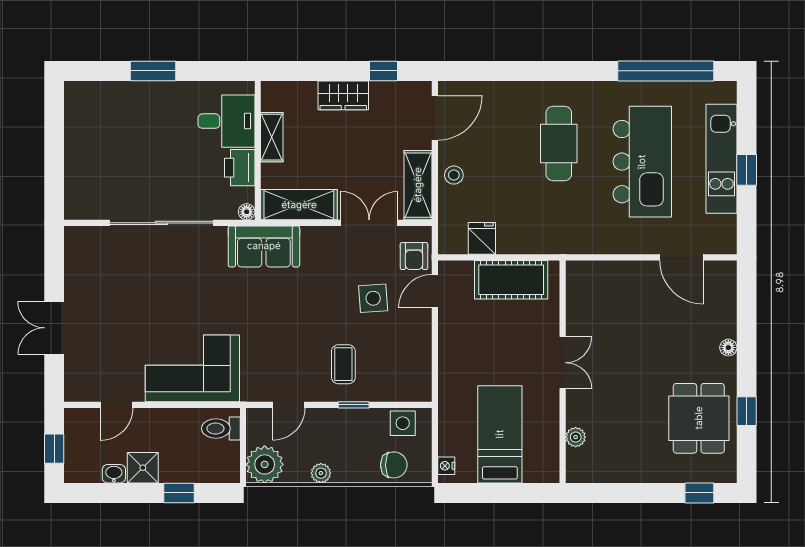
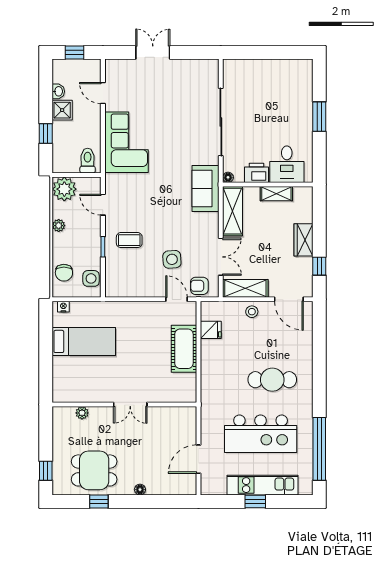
double door: (563, 363) -> (130, 405), moved
wall: (563, 372) -> (124, 405), moved
plant: (576, 437) -> (82, 413), moved

